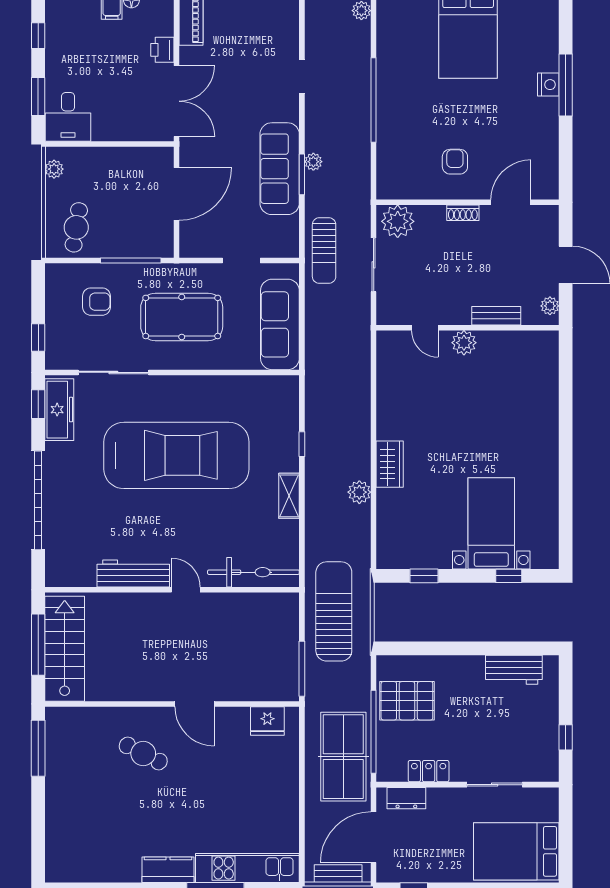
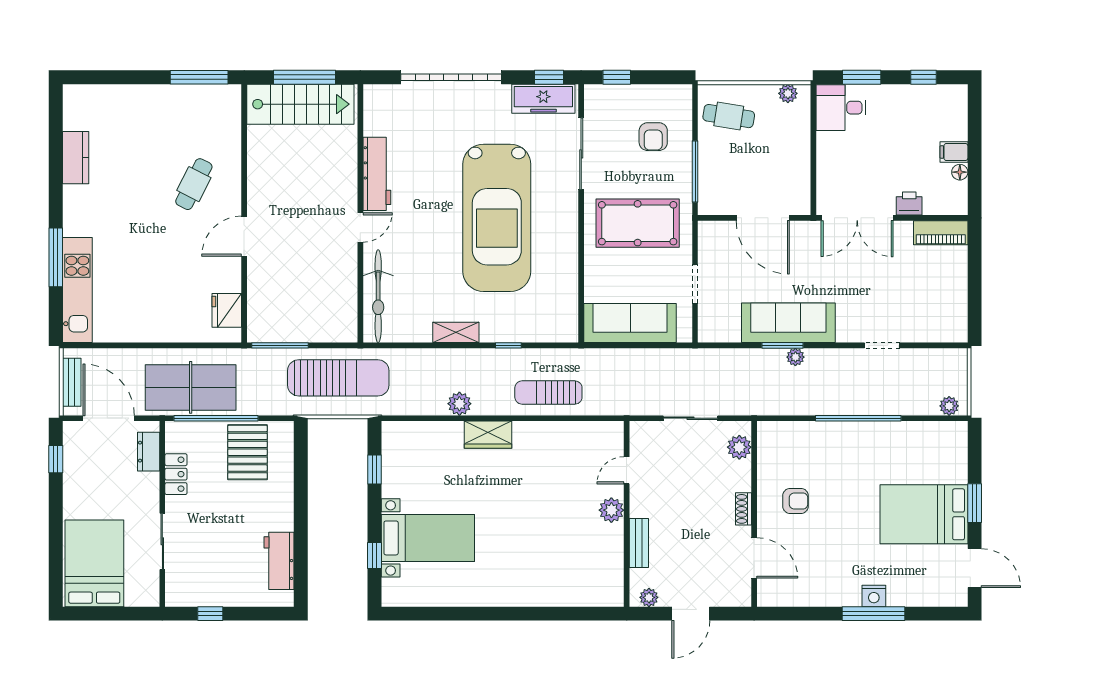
plant: (398, 221) -> (739, 447), width x0.73, depth x0.73
sun lounger: (324, 251) -> (548, 393), moved
pool table: (182, 317) -> (638, 223), turned 90
kitchen counter: (168, 870) -> (76, 158), moved

